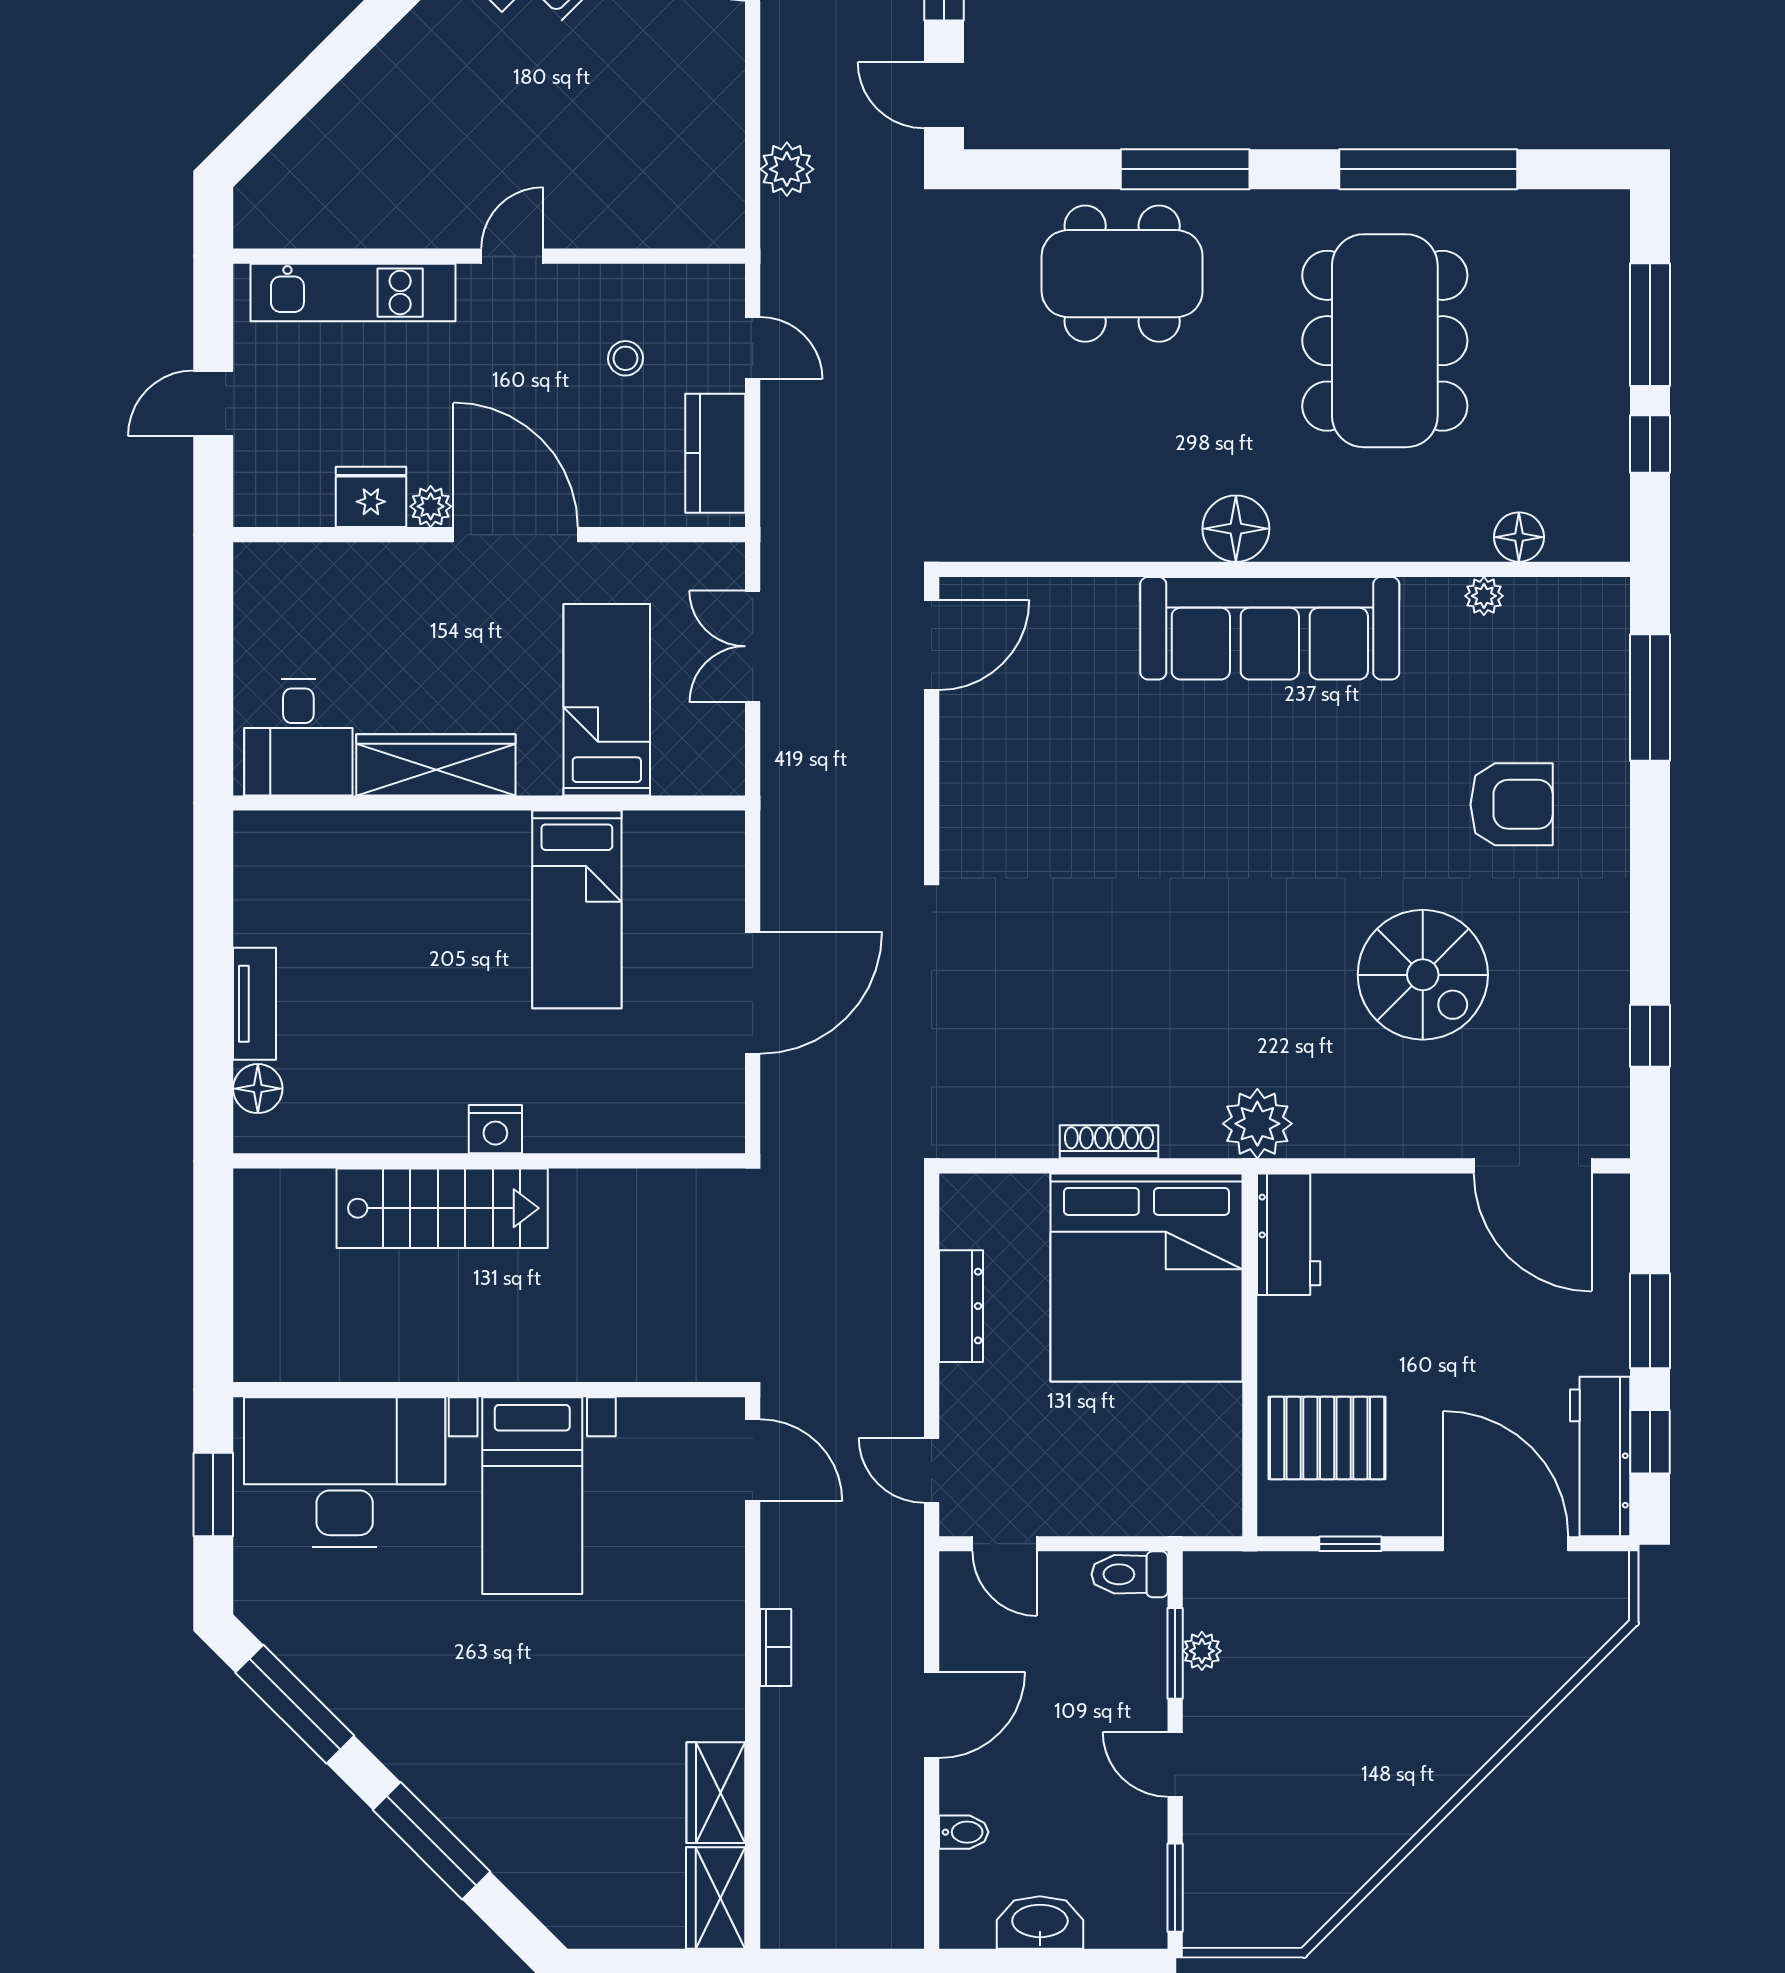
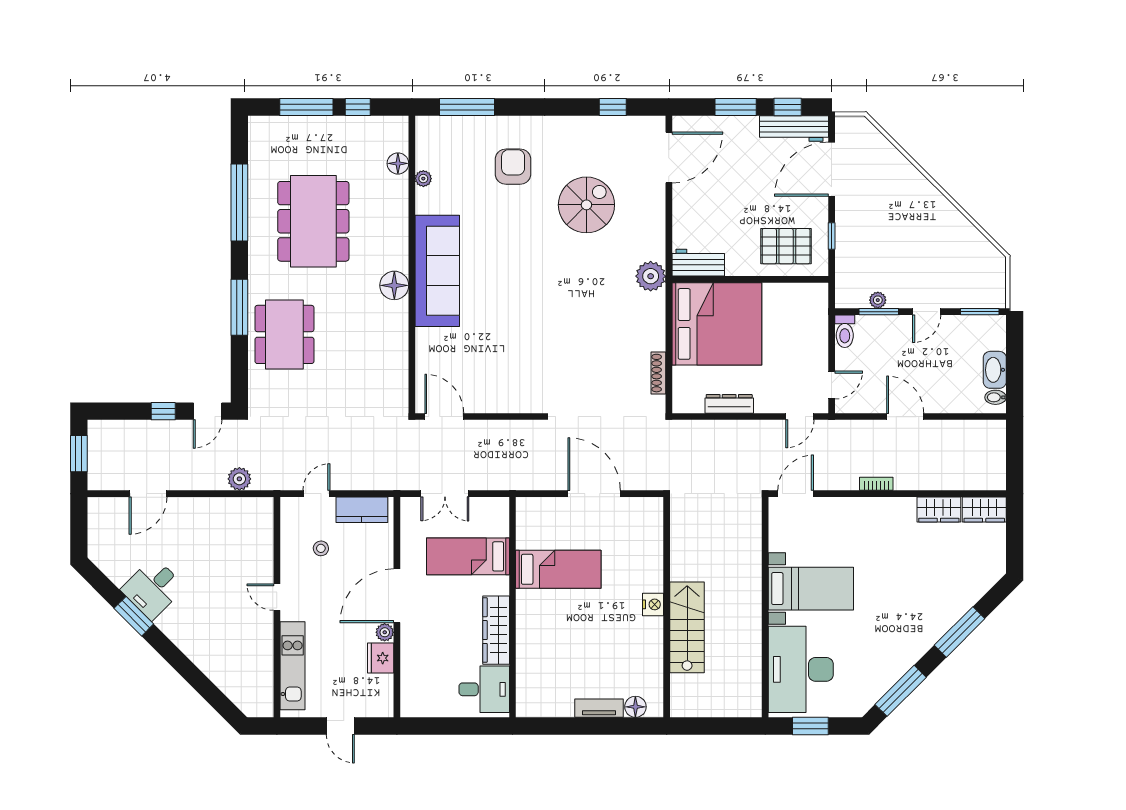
dining table: (1385, 341) -> (313, 221), turned 90
shoe rack: (1109, 1142) -> (658, 373), moved
pallet: (1327, 1438) -> (786, 246), turned 90
bidet: (964, 1832) -> (995, 397), moved, turned -90

